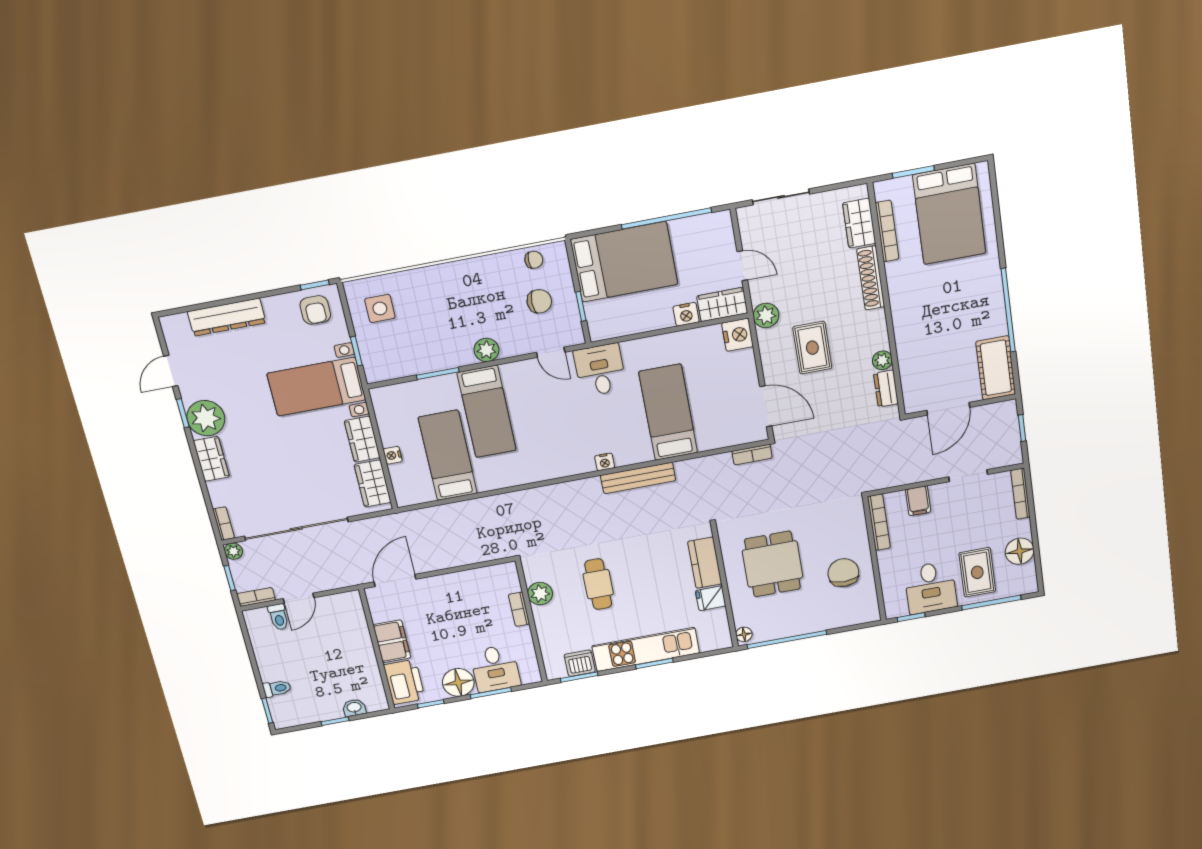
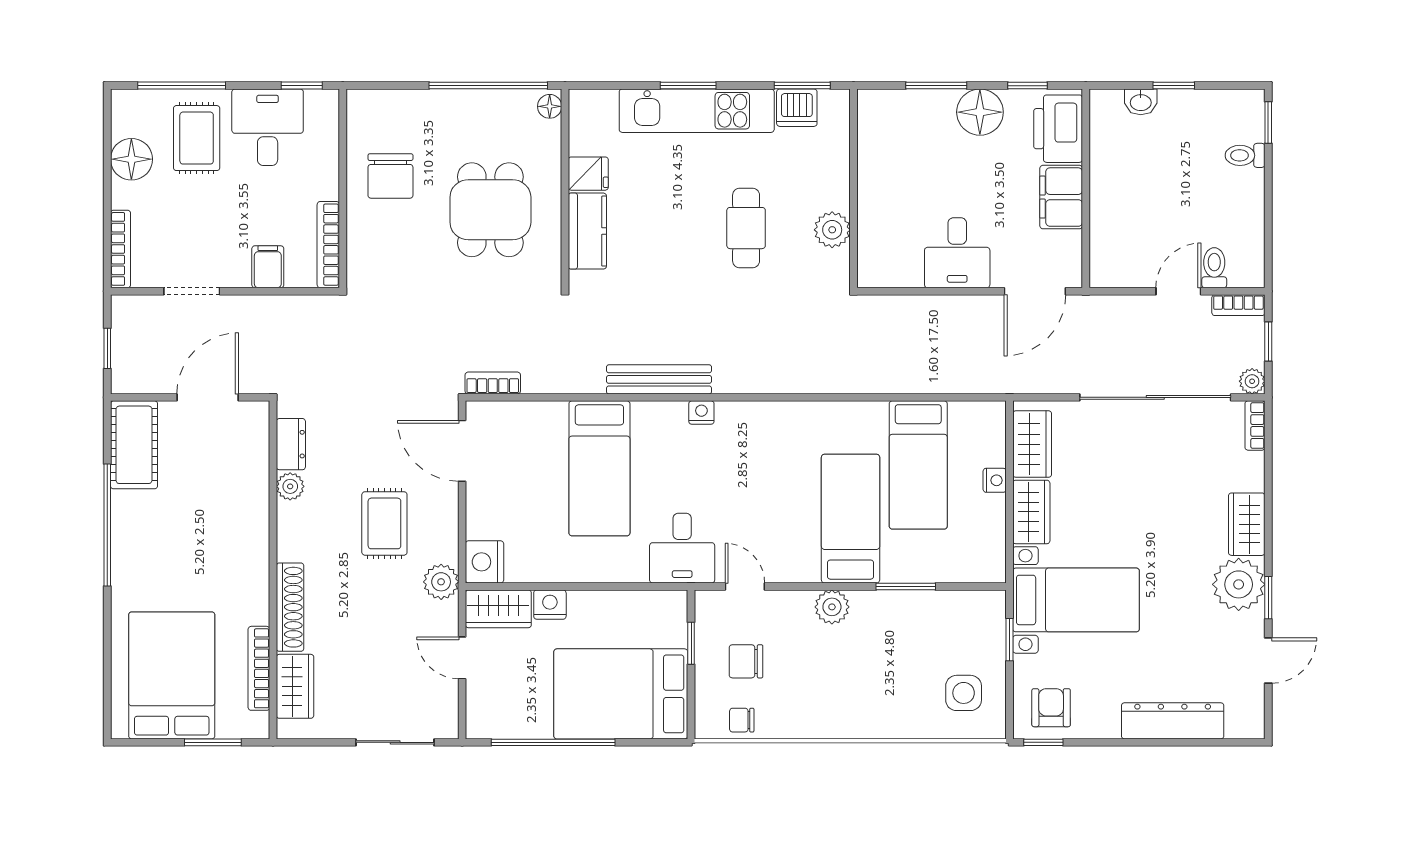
bookcase: (519, 609) -> (867, 211), removed
desk: (495, 668) -> (957, 253), moved, turned 180

